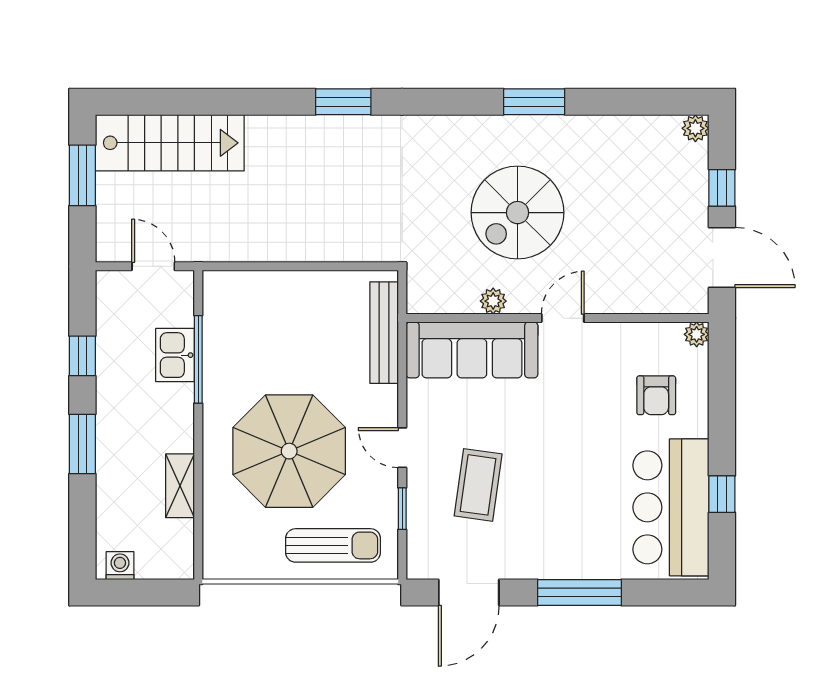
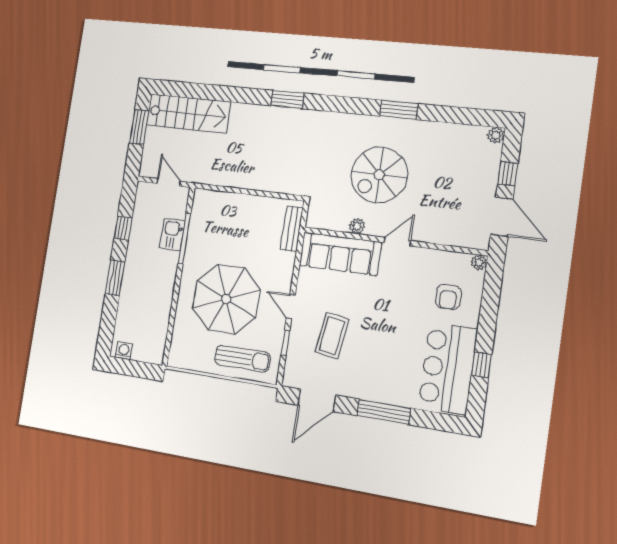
bench: (384, 333) -> (292, 229), width x0.73
shelving: (180, 486) -> (163, 310), removed

